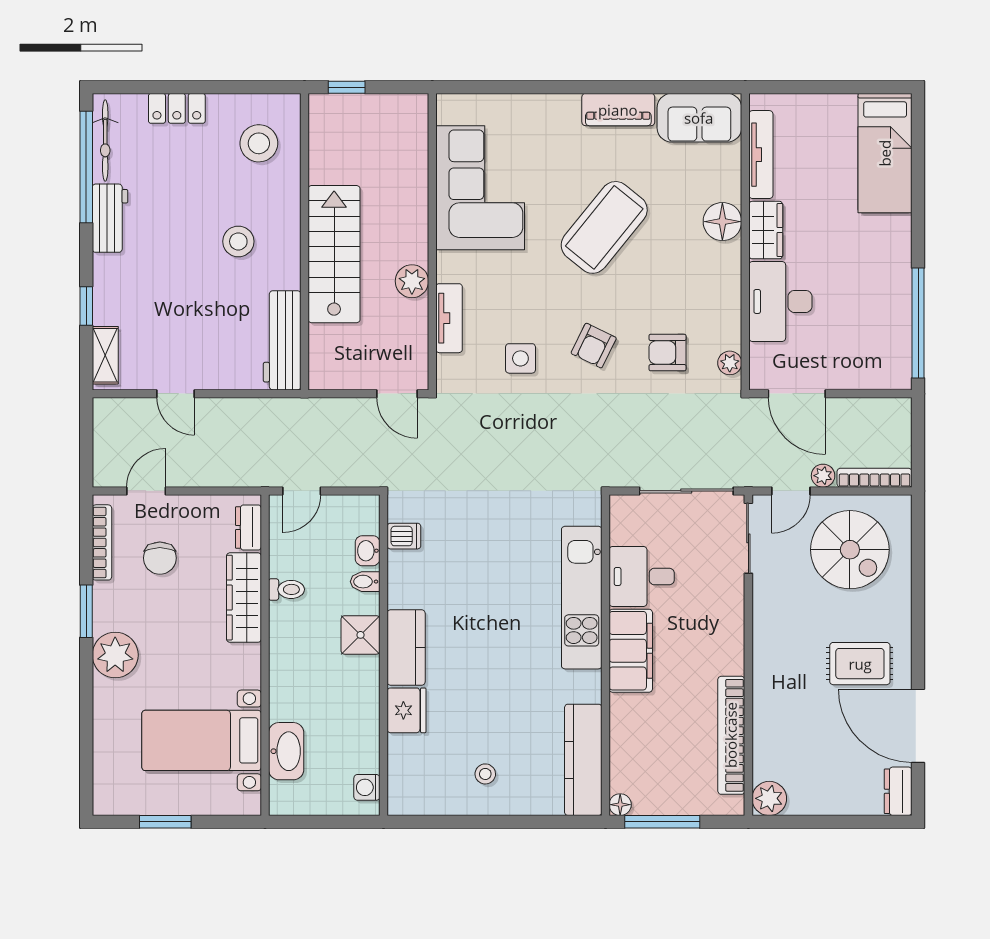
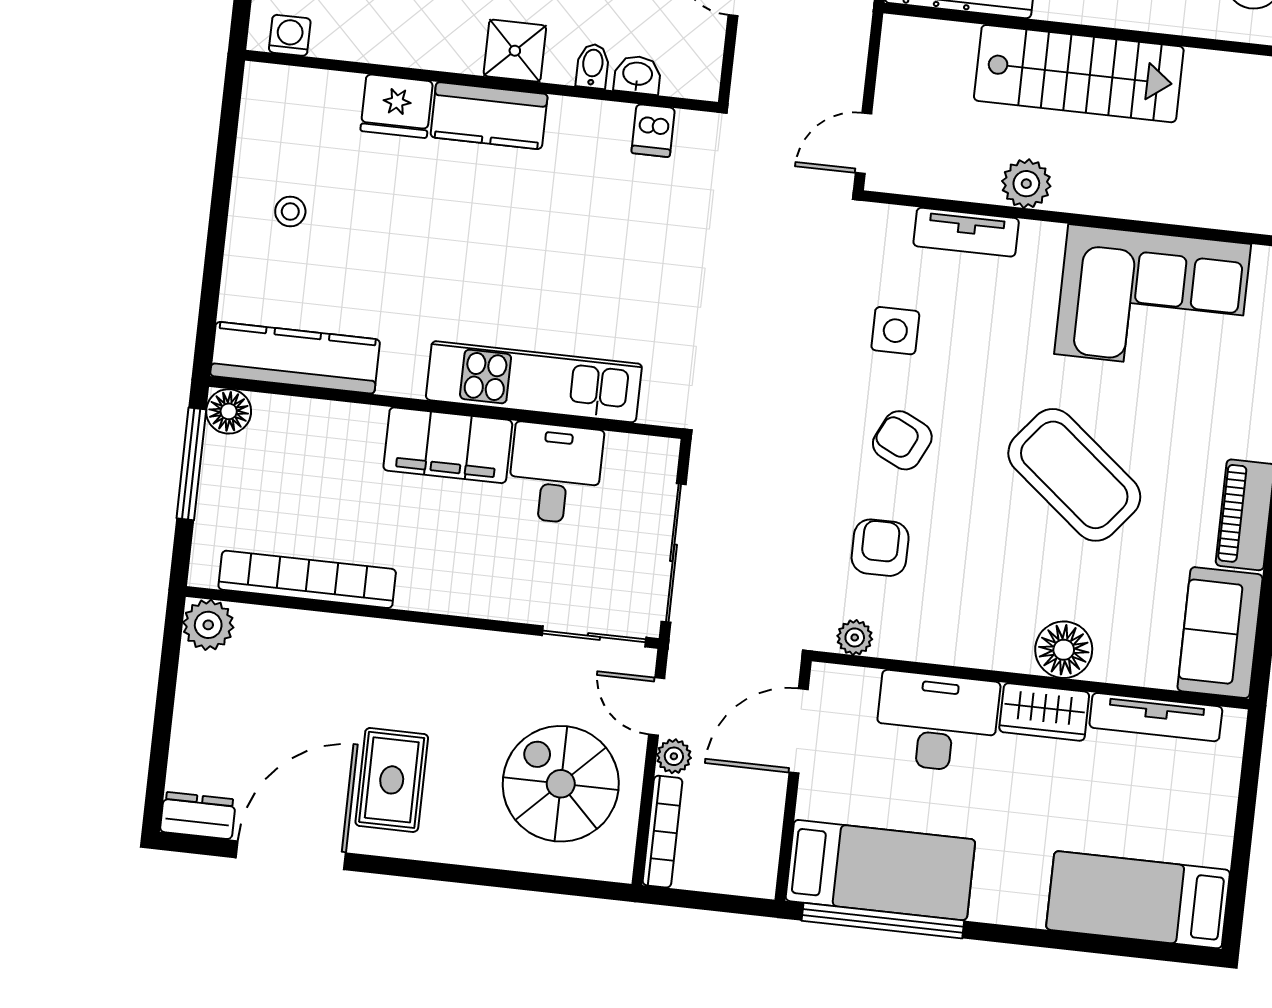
bed: (884, 328) -> (880, 870), added
spiral stairs: (850, 550) -> (561, 784), turned 90
floor lamp: (620, 805) -> (229, 411), width x1.37, depth x1.37

